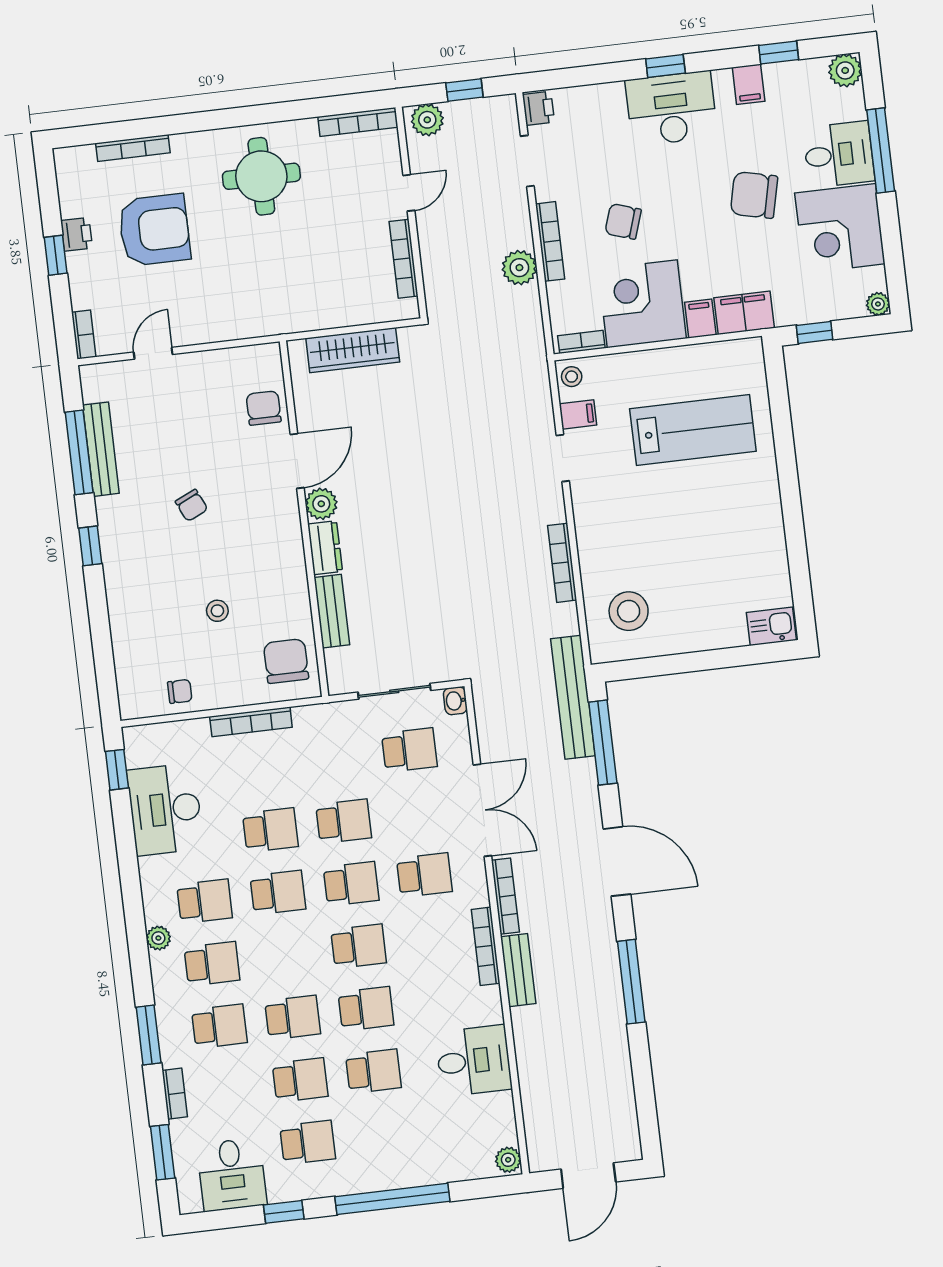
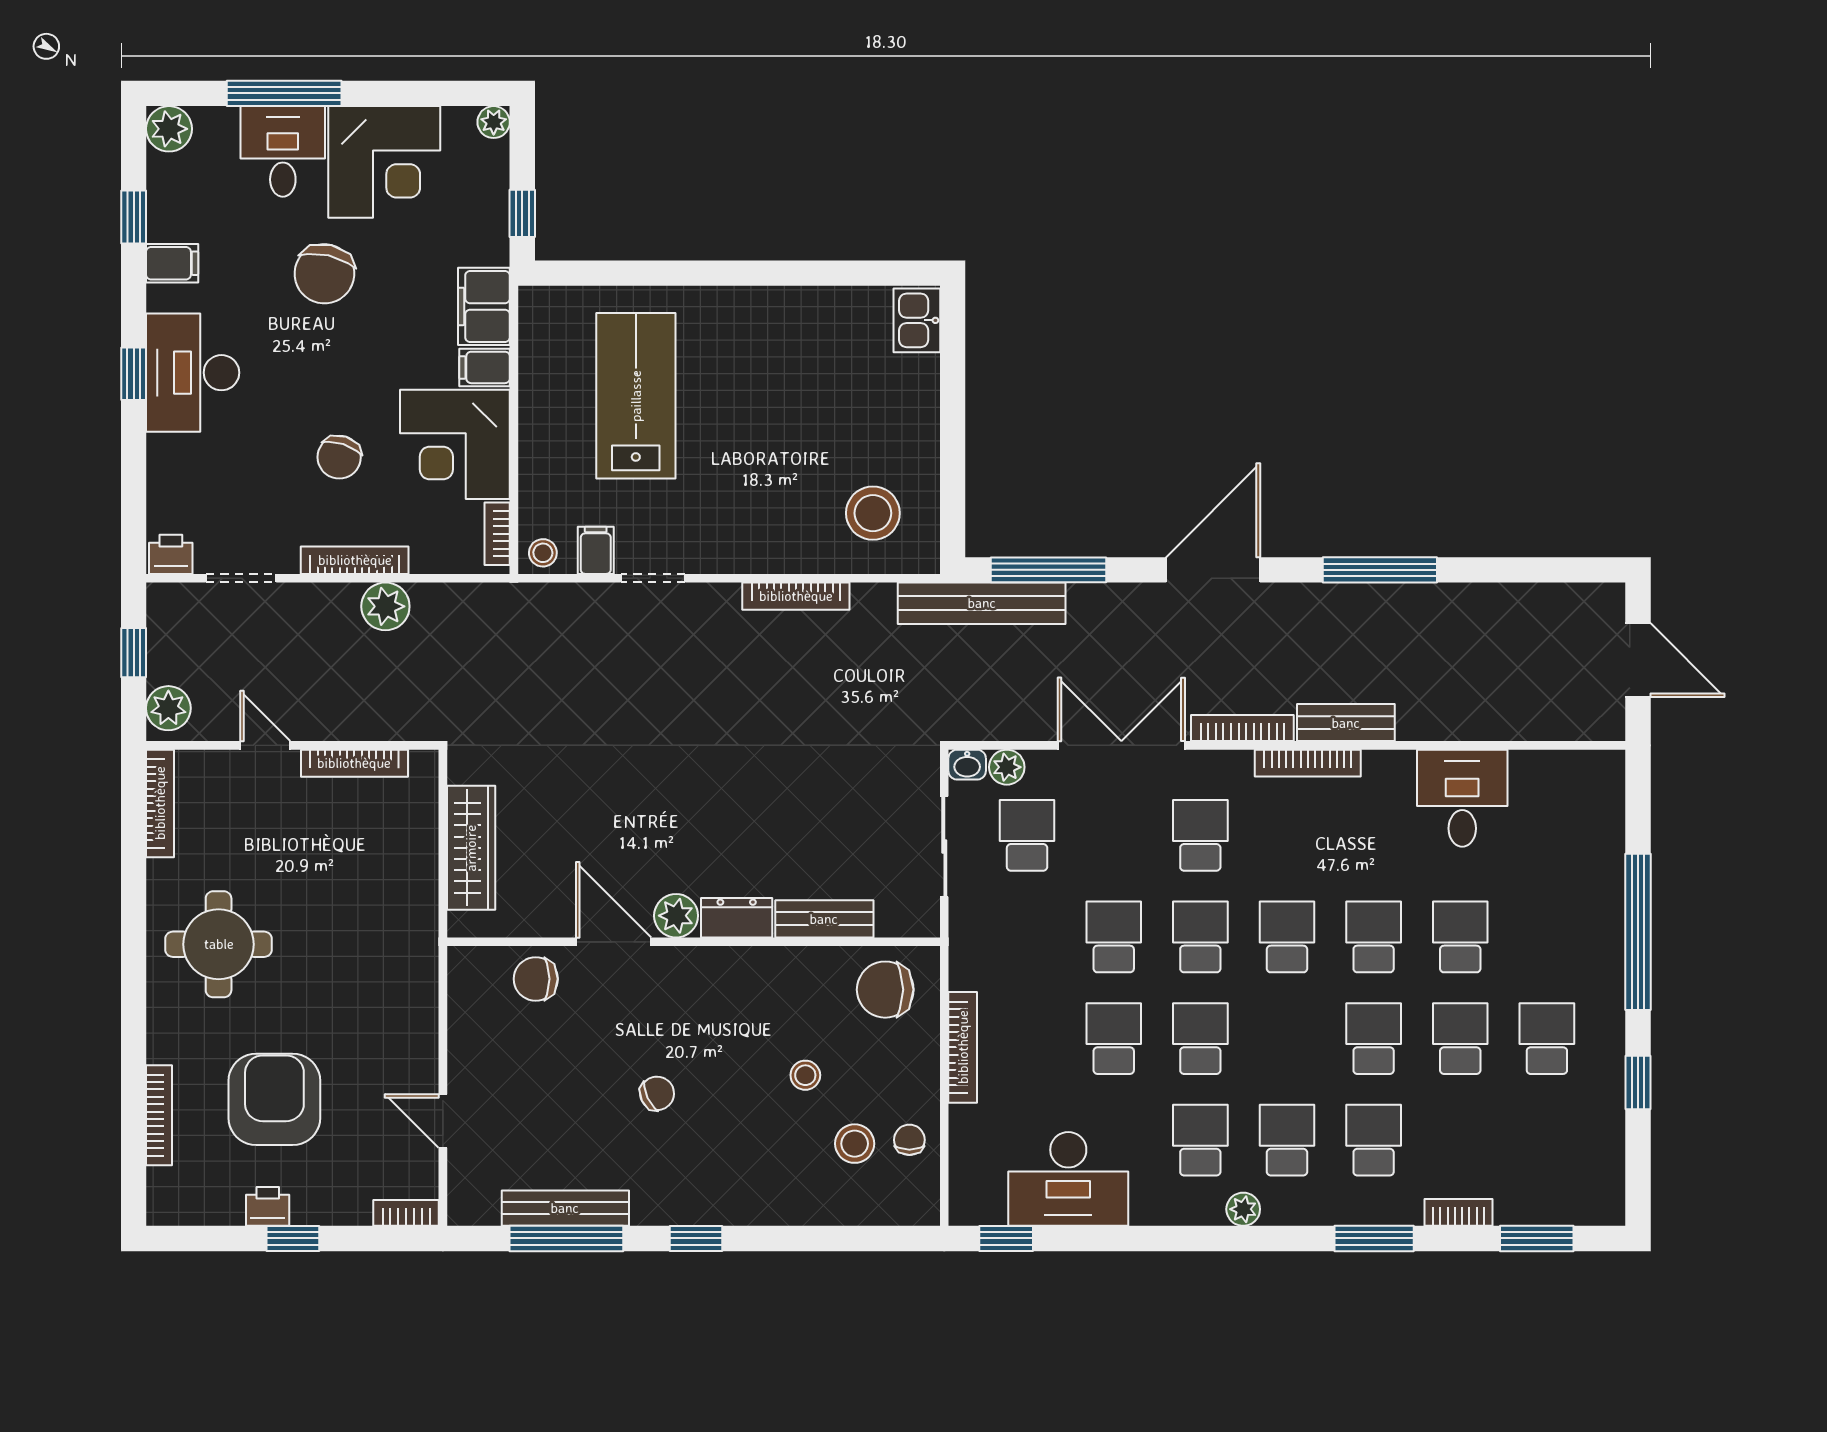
stool: (172, 652) -> (855, 1144), added
plant: (508, 1160) -> (1007, 767), moved
desk: (232, 1175) -> (1578, 1147), removed

